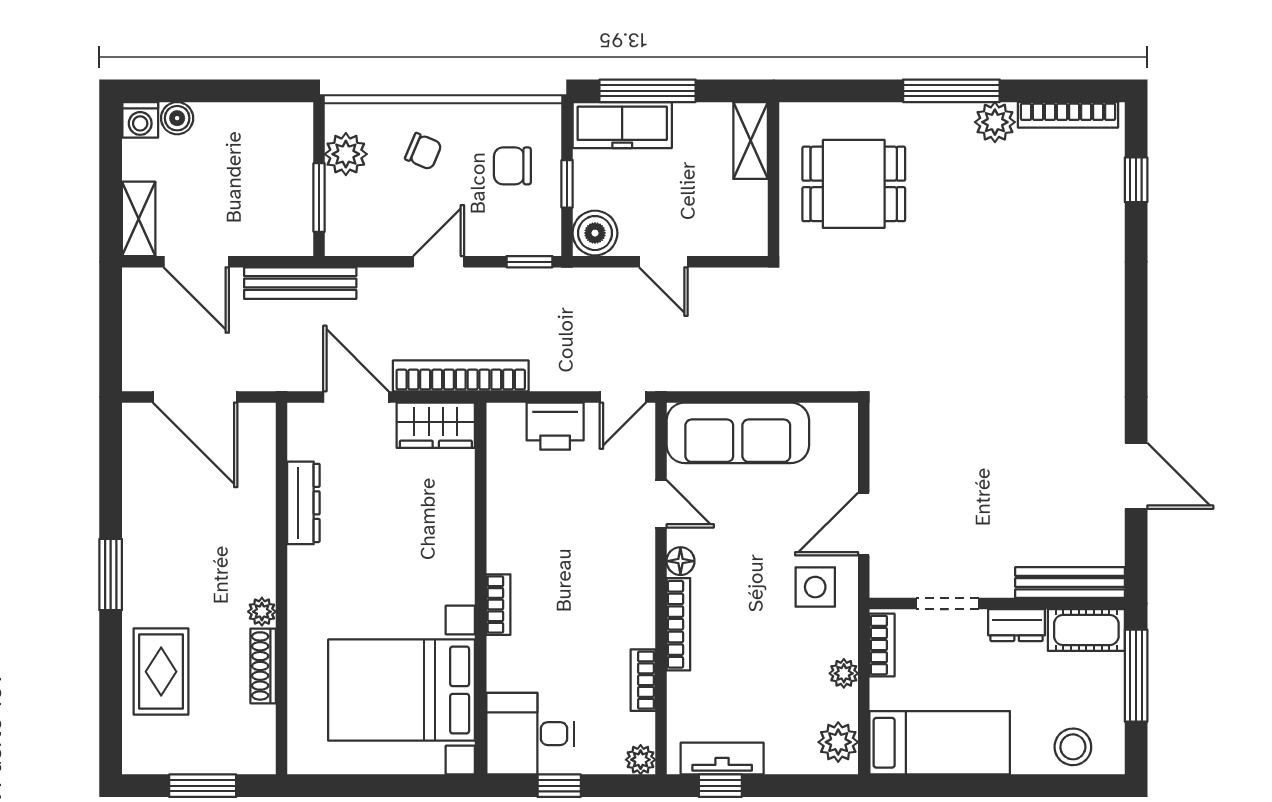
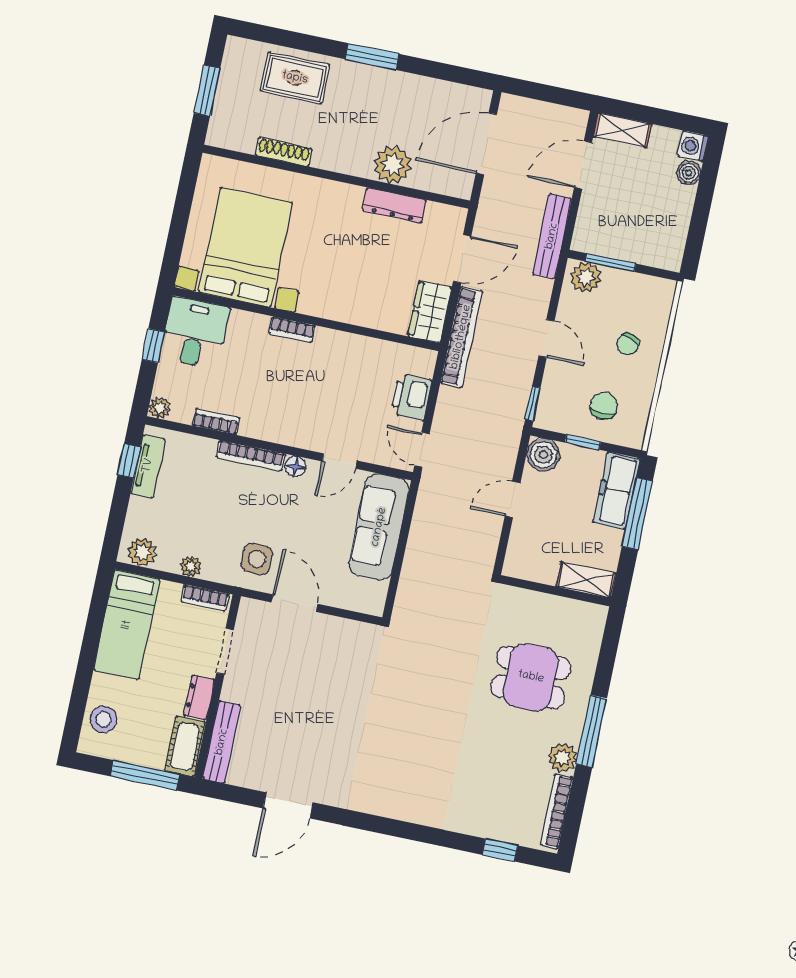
plant: (346, 154) -> (586, 277), moved
dining table: (854, 184) -> (531, 677), moved, turned 90
plant: (262, 612) -> (393, 165), moved, width x1.87, depth x1.87

